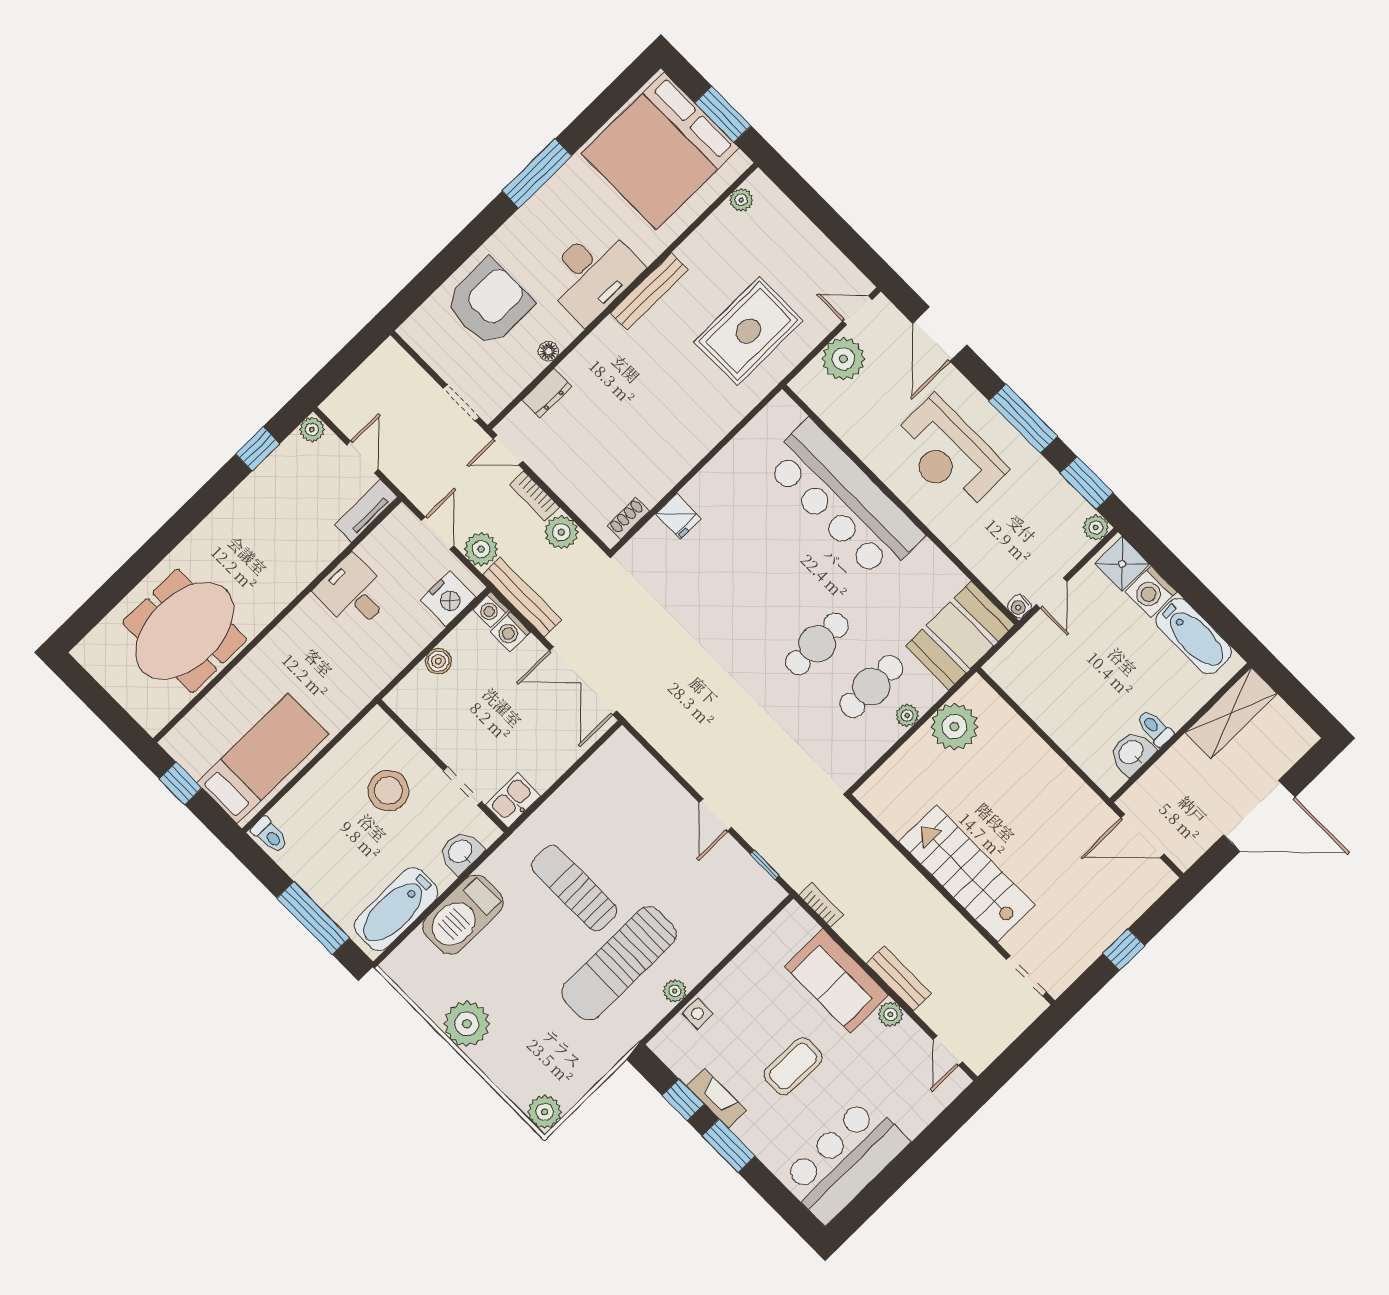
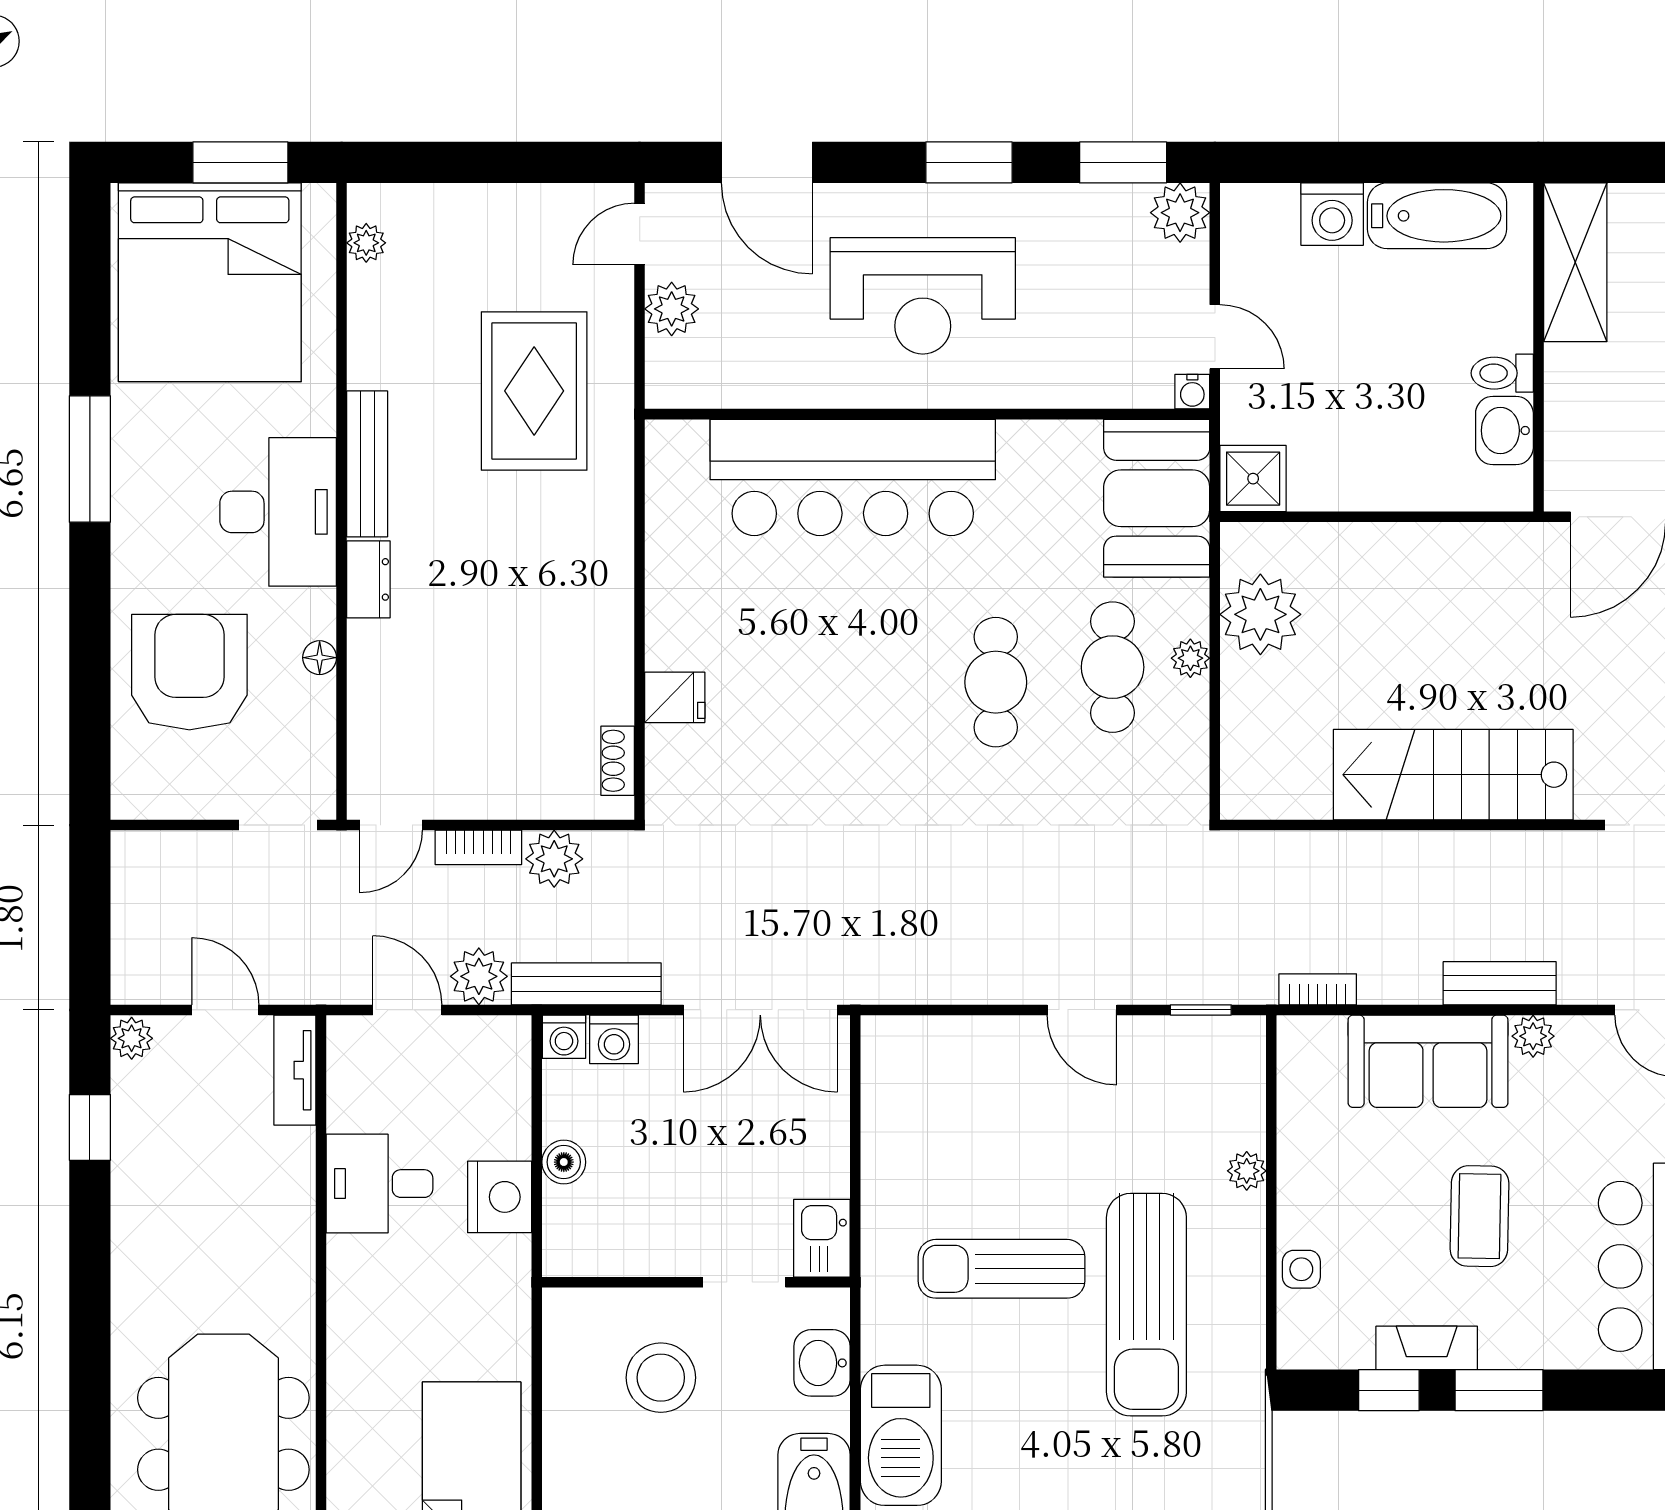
plant: (843, 359) -> (672, 309), width x0.73, depth x0.73
dresser: (547, 393) -> (368, 579), moved
window: (1023, 419) -> (969, 162), width x0.69
plant: (1096, 527) -> (1180, 213), width x1.38, depth x1.38
shower: (1122, 564) -> (1253, 479), moved
nightstand: (448, 599) -> (500, 1197), moved
plant: (675, 991) -> (1247, 1171), moved

